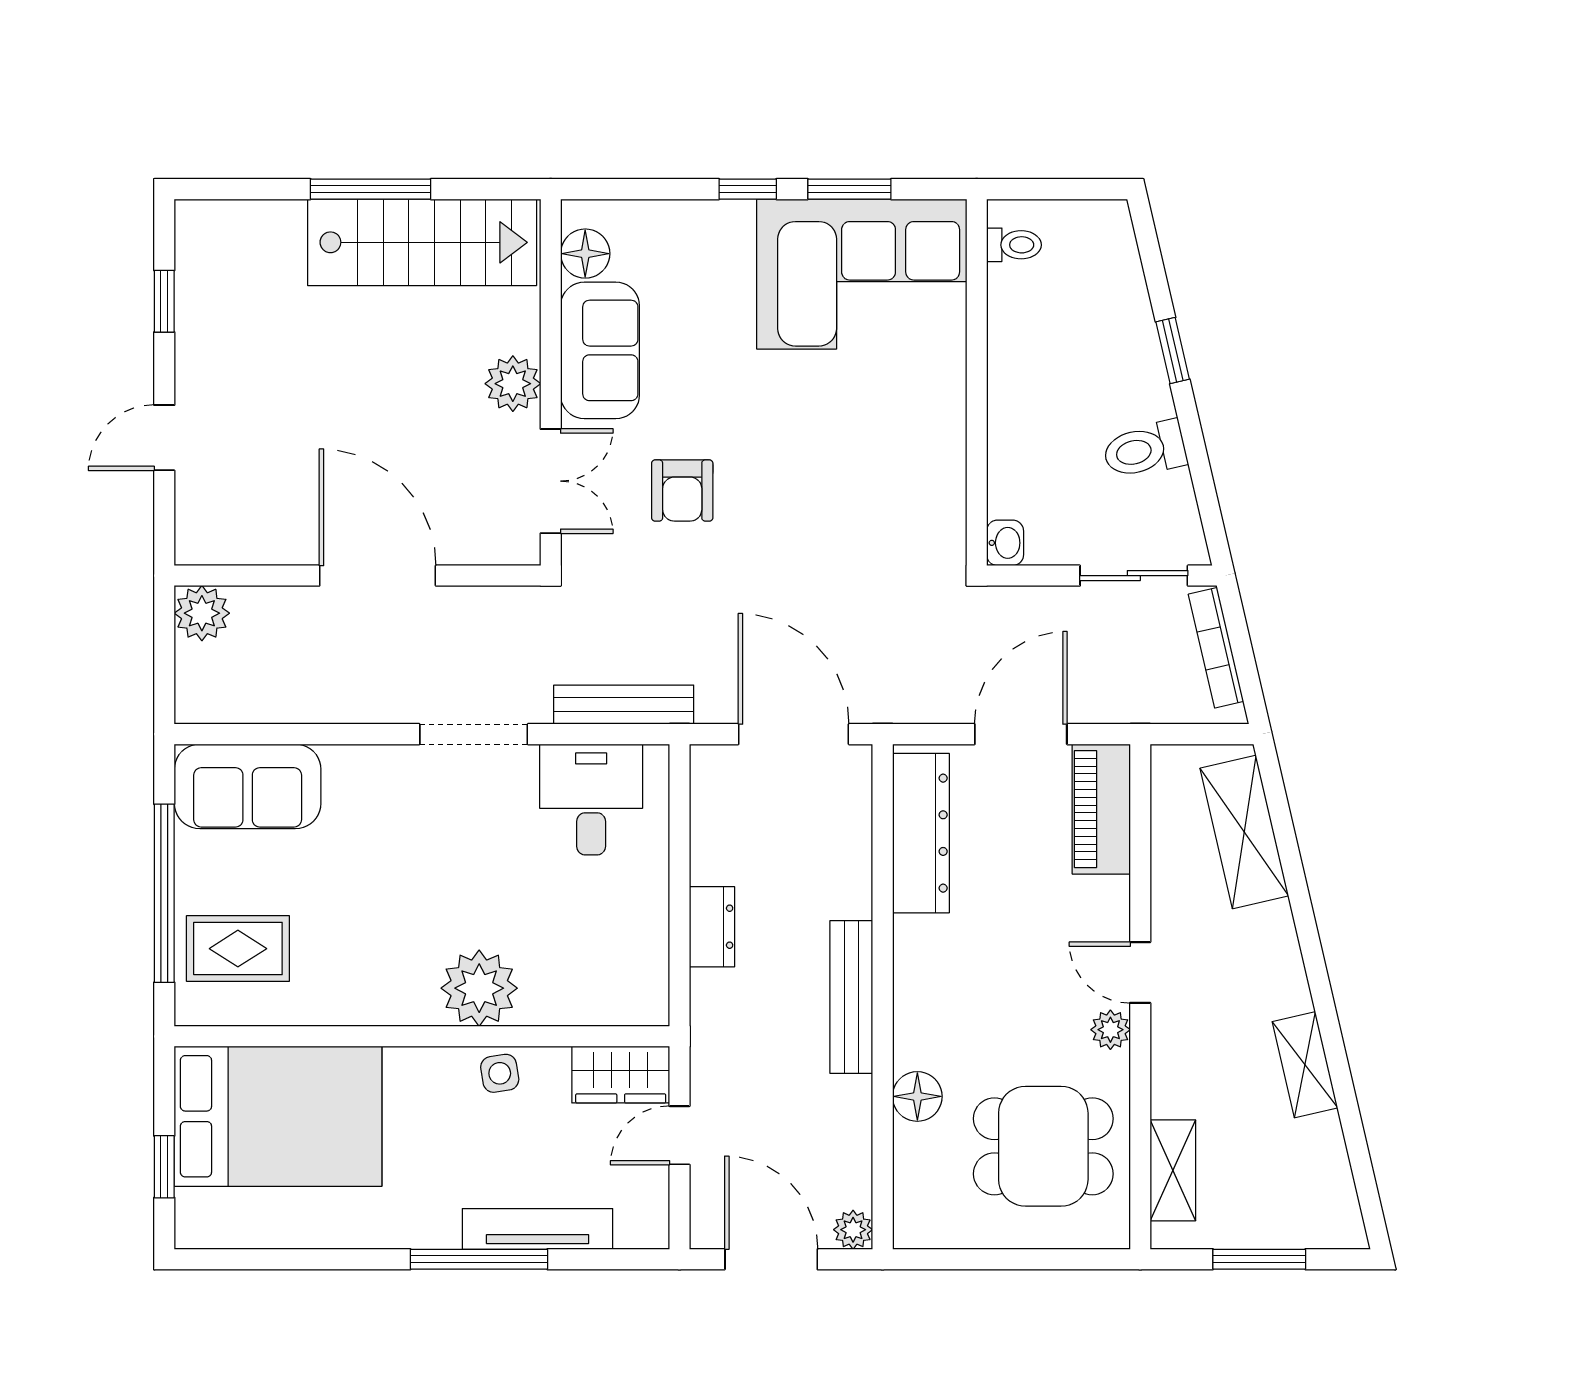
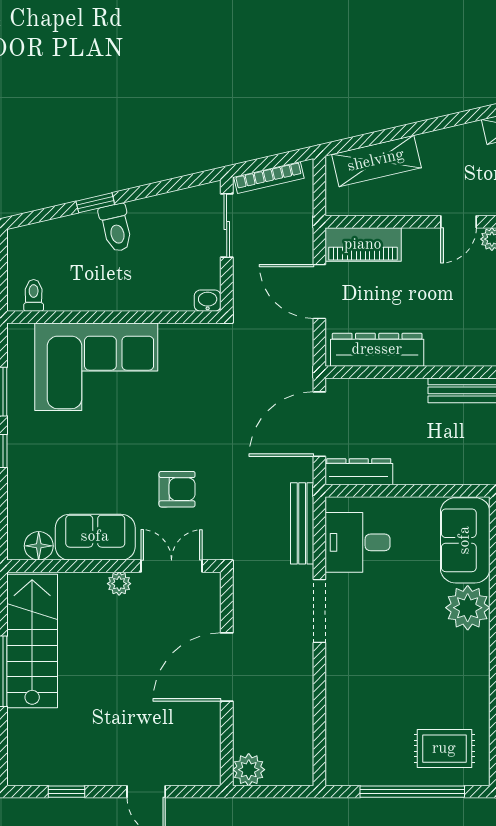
corner sofa: (862, 274) -> (96, 367), moved, turned 90
plant: (513, 384) -> (119, 584), width x0.73, depth x0.73
toilet: (1145, 450) -> (116, 228), moved
sofa: (248, 786) -> (465, 540), moved, turned 180
dresser: (712, 927) -> (359, 472), moved, width x1.44
rug: (238, 949) -> (444, 749), turned 90

